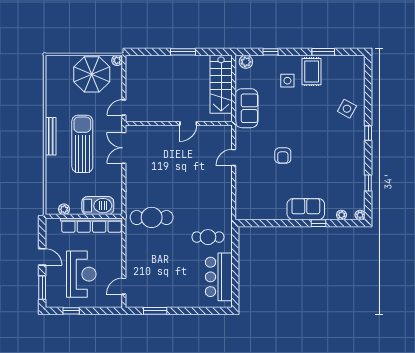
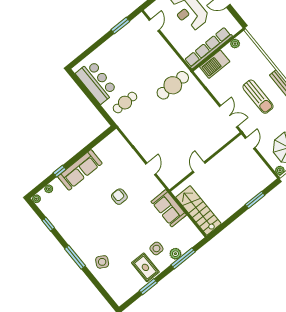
window: (183, 52) -> (255, 200), moved
window: (270, 52) -> (183, 258), width x2.17
plant: (246, 62) -> (175, 254), moved
window: (368, 133) -> (75, 257), width x2.17
sun lounger: (82, 144) -> (258, 97), width x0.73, depth x0.75
sofa: (306, 209) -> (80, 170), width x1.36

